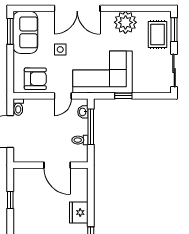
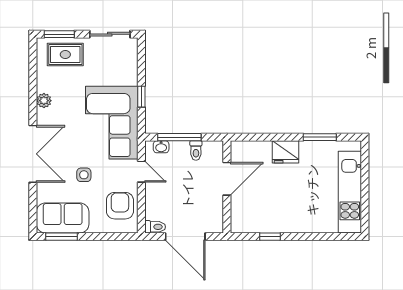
plant: (125, 22) -> (44, 101), width x0.53, depth x0.53

